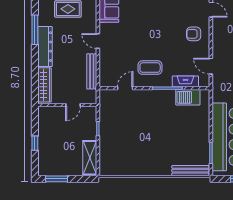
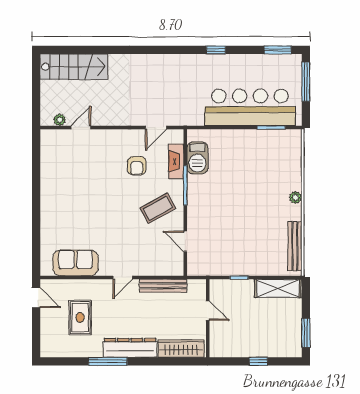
armchair: (194, 34) -> (137, 166), moved
coffee table: (150, 68) -> (158, 208), turned 61
plant: (158, 171) -> (295, 197), added
bench: (190, 171) -> (295, 246), moved

